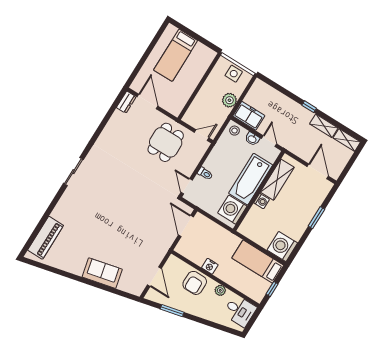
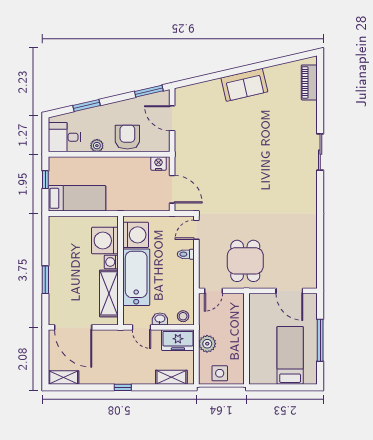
window: (147, 53) -> (320, 340), added
dresser: (126, 102) -> (310, 277), removed
shelving: (324, 126) -> (171, 377), moved
door: (318, 171) -> (73, 327), width x1.36
sliding door: (73, 172) -> (320, 152), moved
door: (187, 186) -> (196, 230), swing flipped
piano: (46, 238) -> (309, 82), width x0.73, depth x0.75
washing machine: (282, 246) -> (105, 241), moved, turned 180
nightstand: (210, 266) -> (159, 163), moved
sofa: (102, 273) -> (244, 85), moved
window: (172, 311) -> (149, 91), moved
window: (210, 324) -> (86, 106), added

